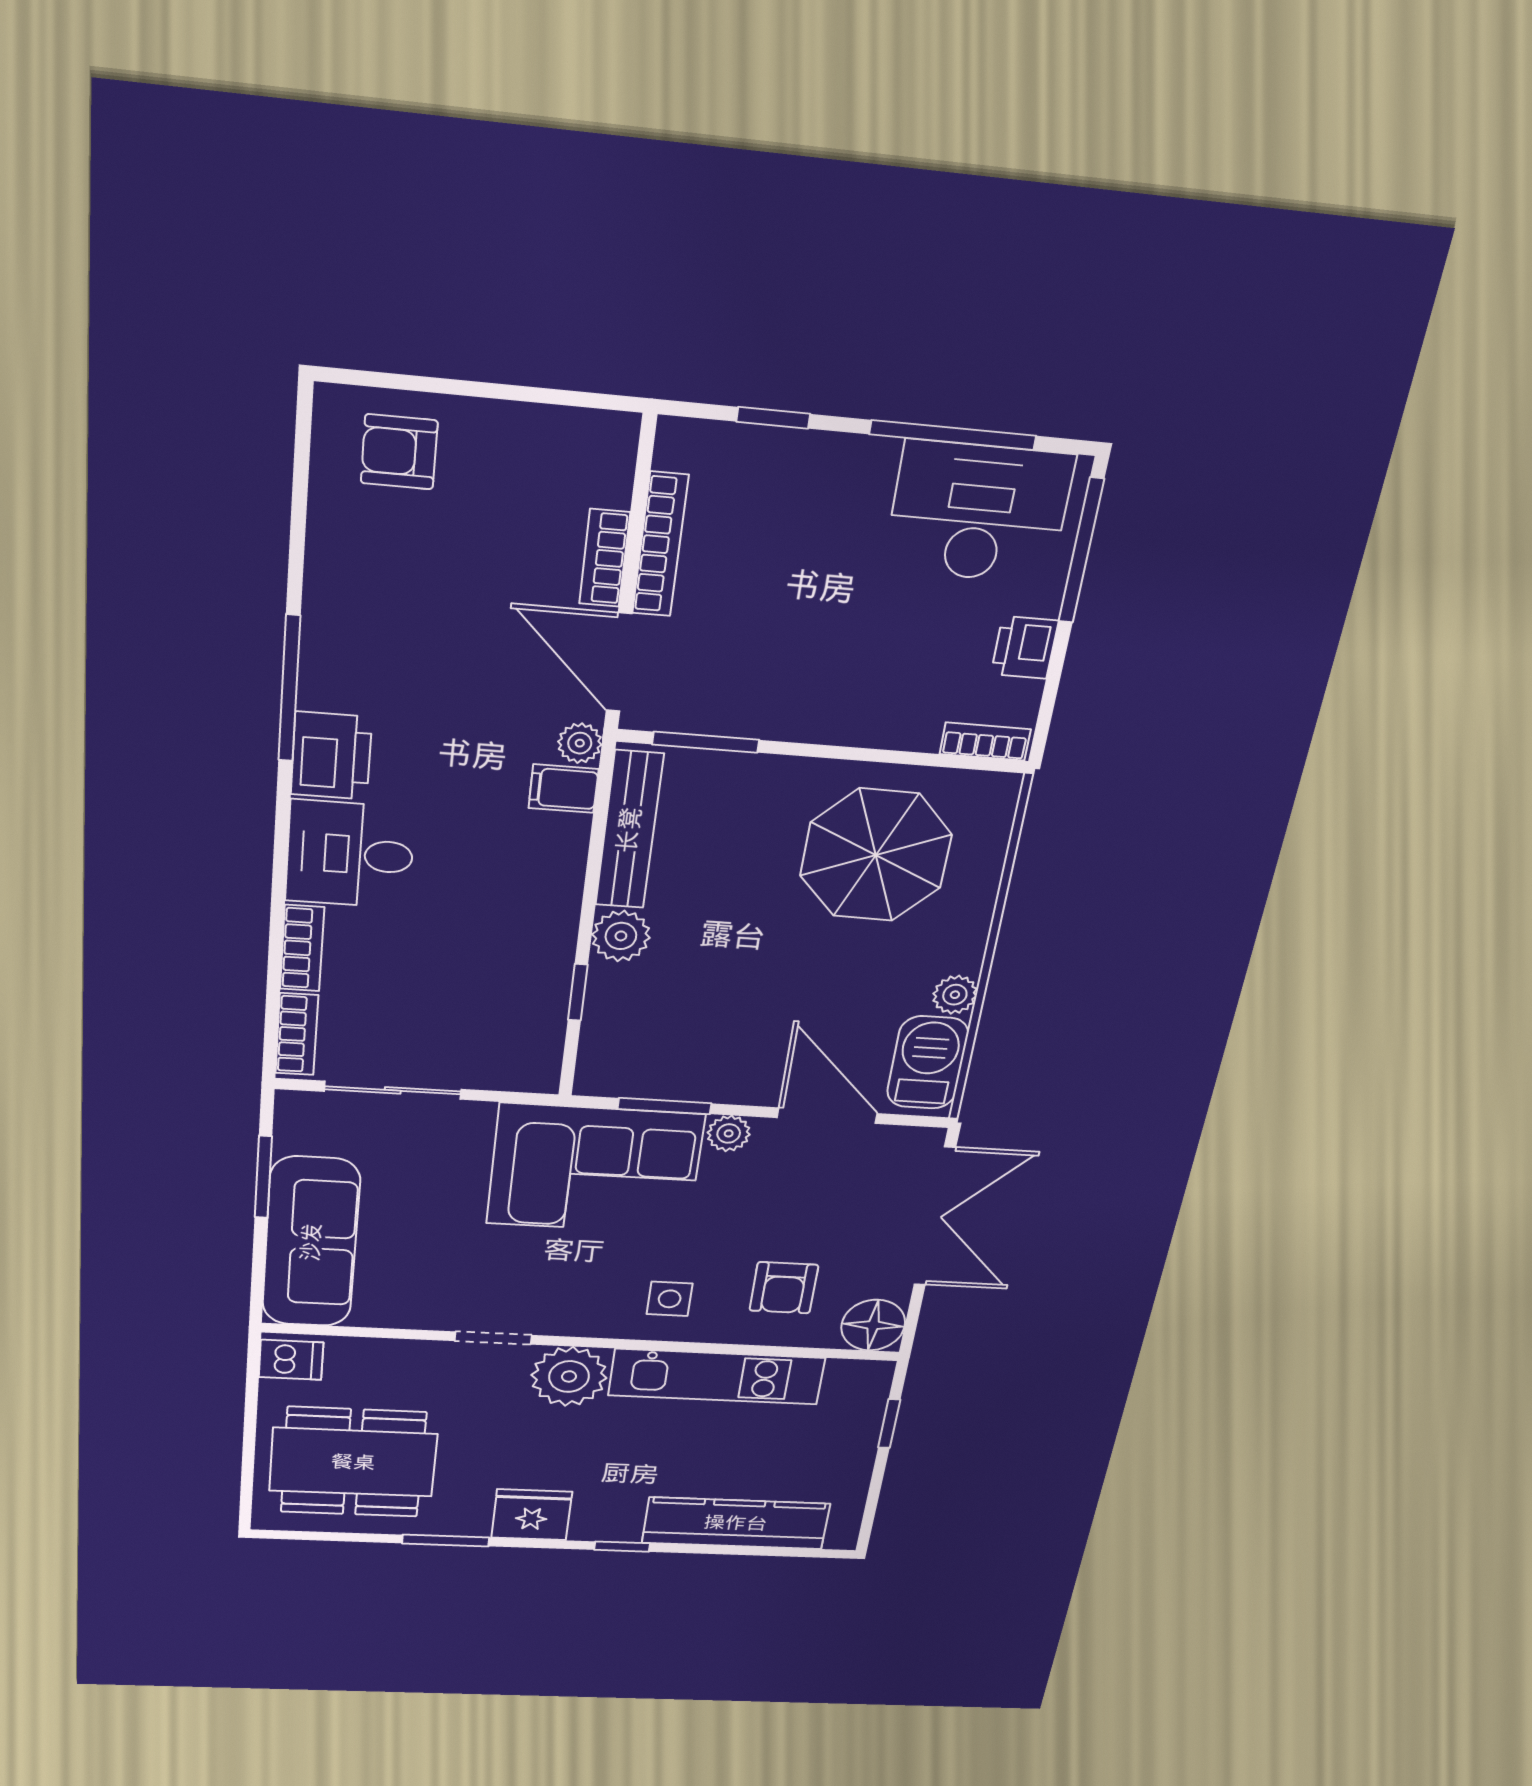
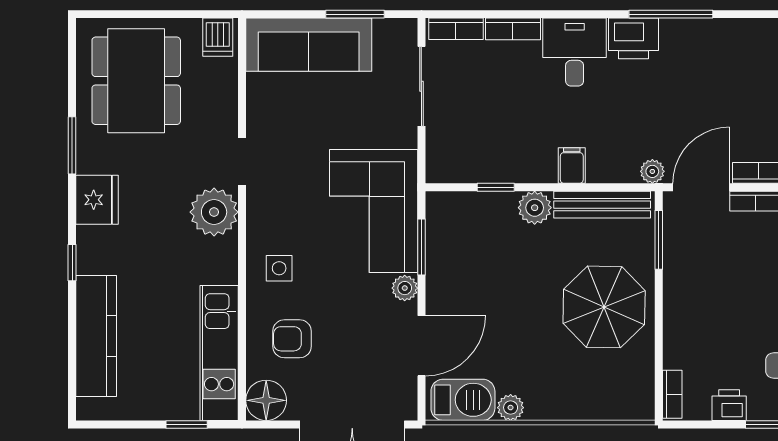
filing cabinet: (564, 789) -> (572, 165), moved
parasol: (876, 855) -> (604, 307), moved
kitchen unit: (717, 1377) -> (219, 353), moved

